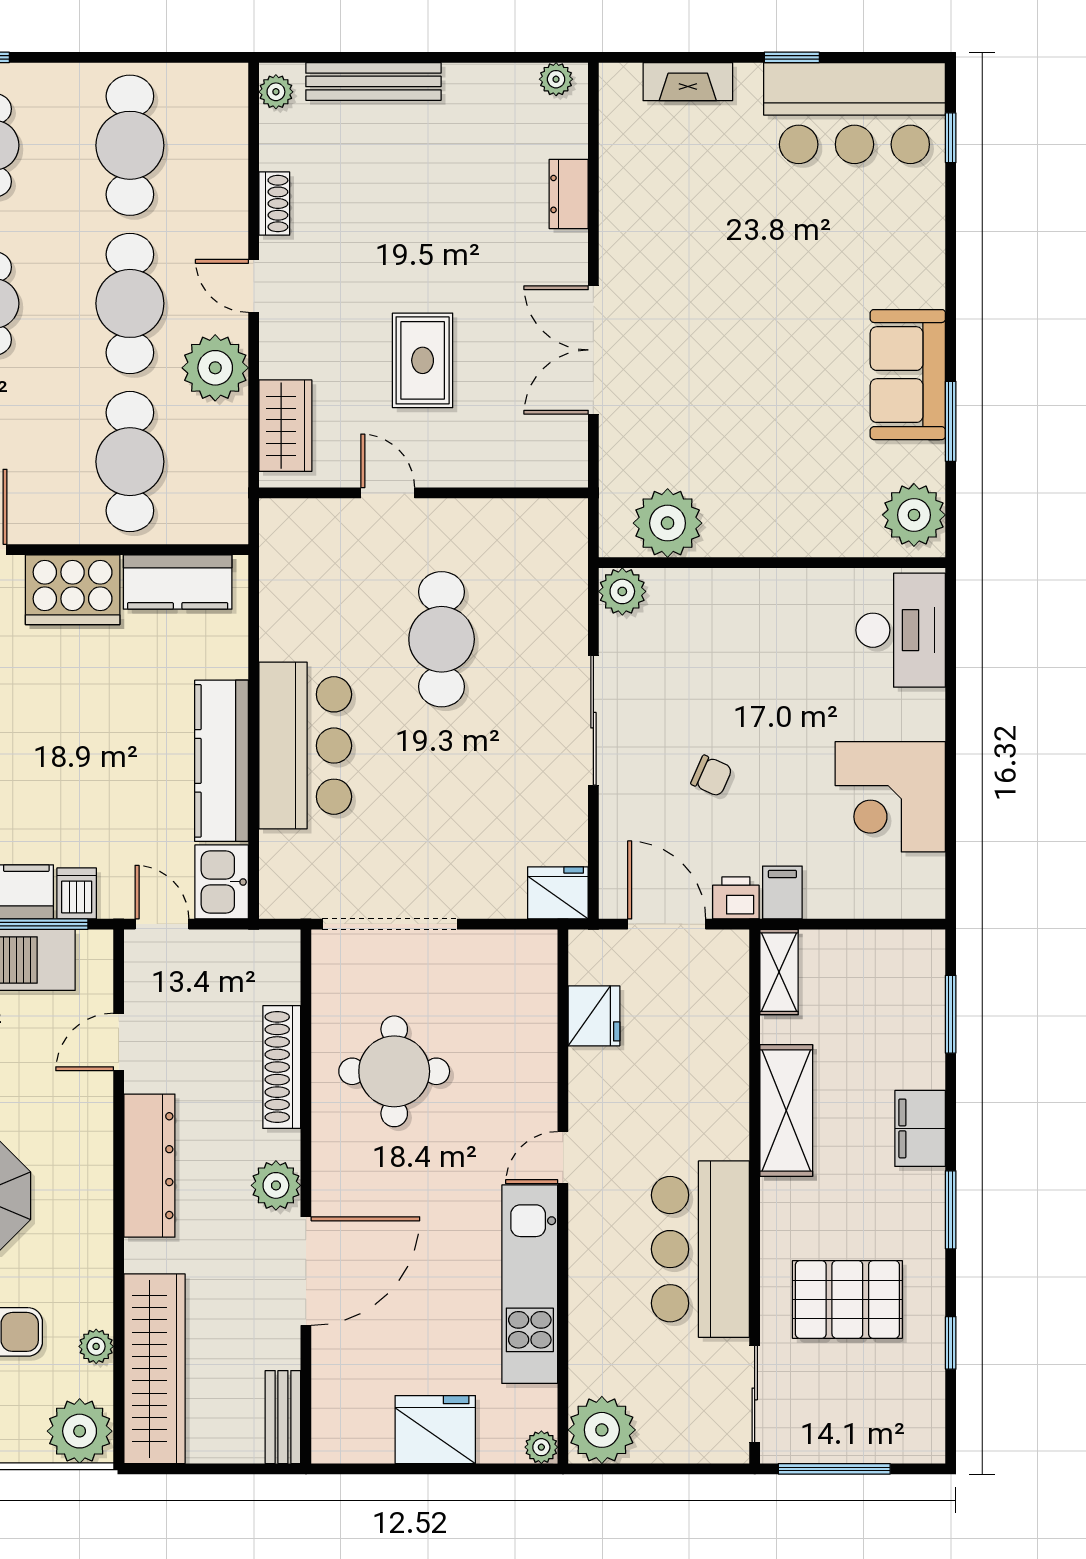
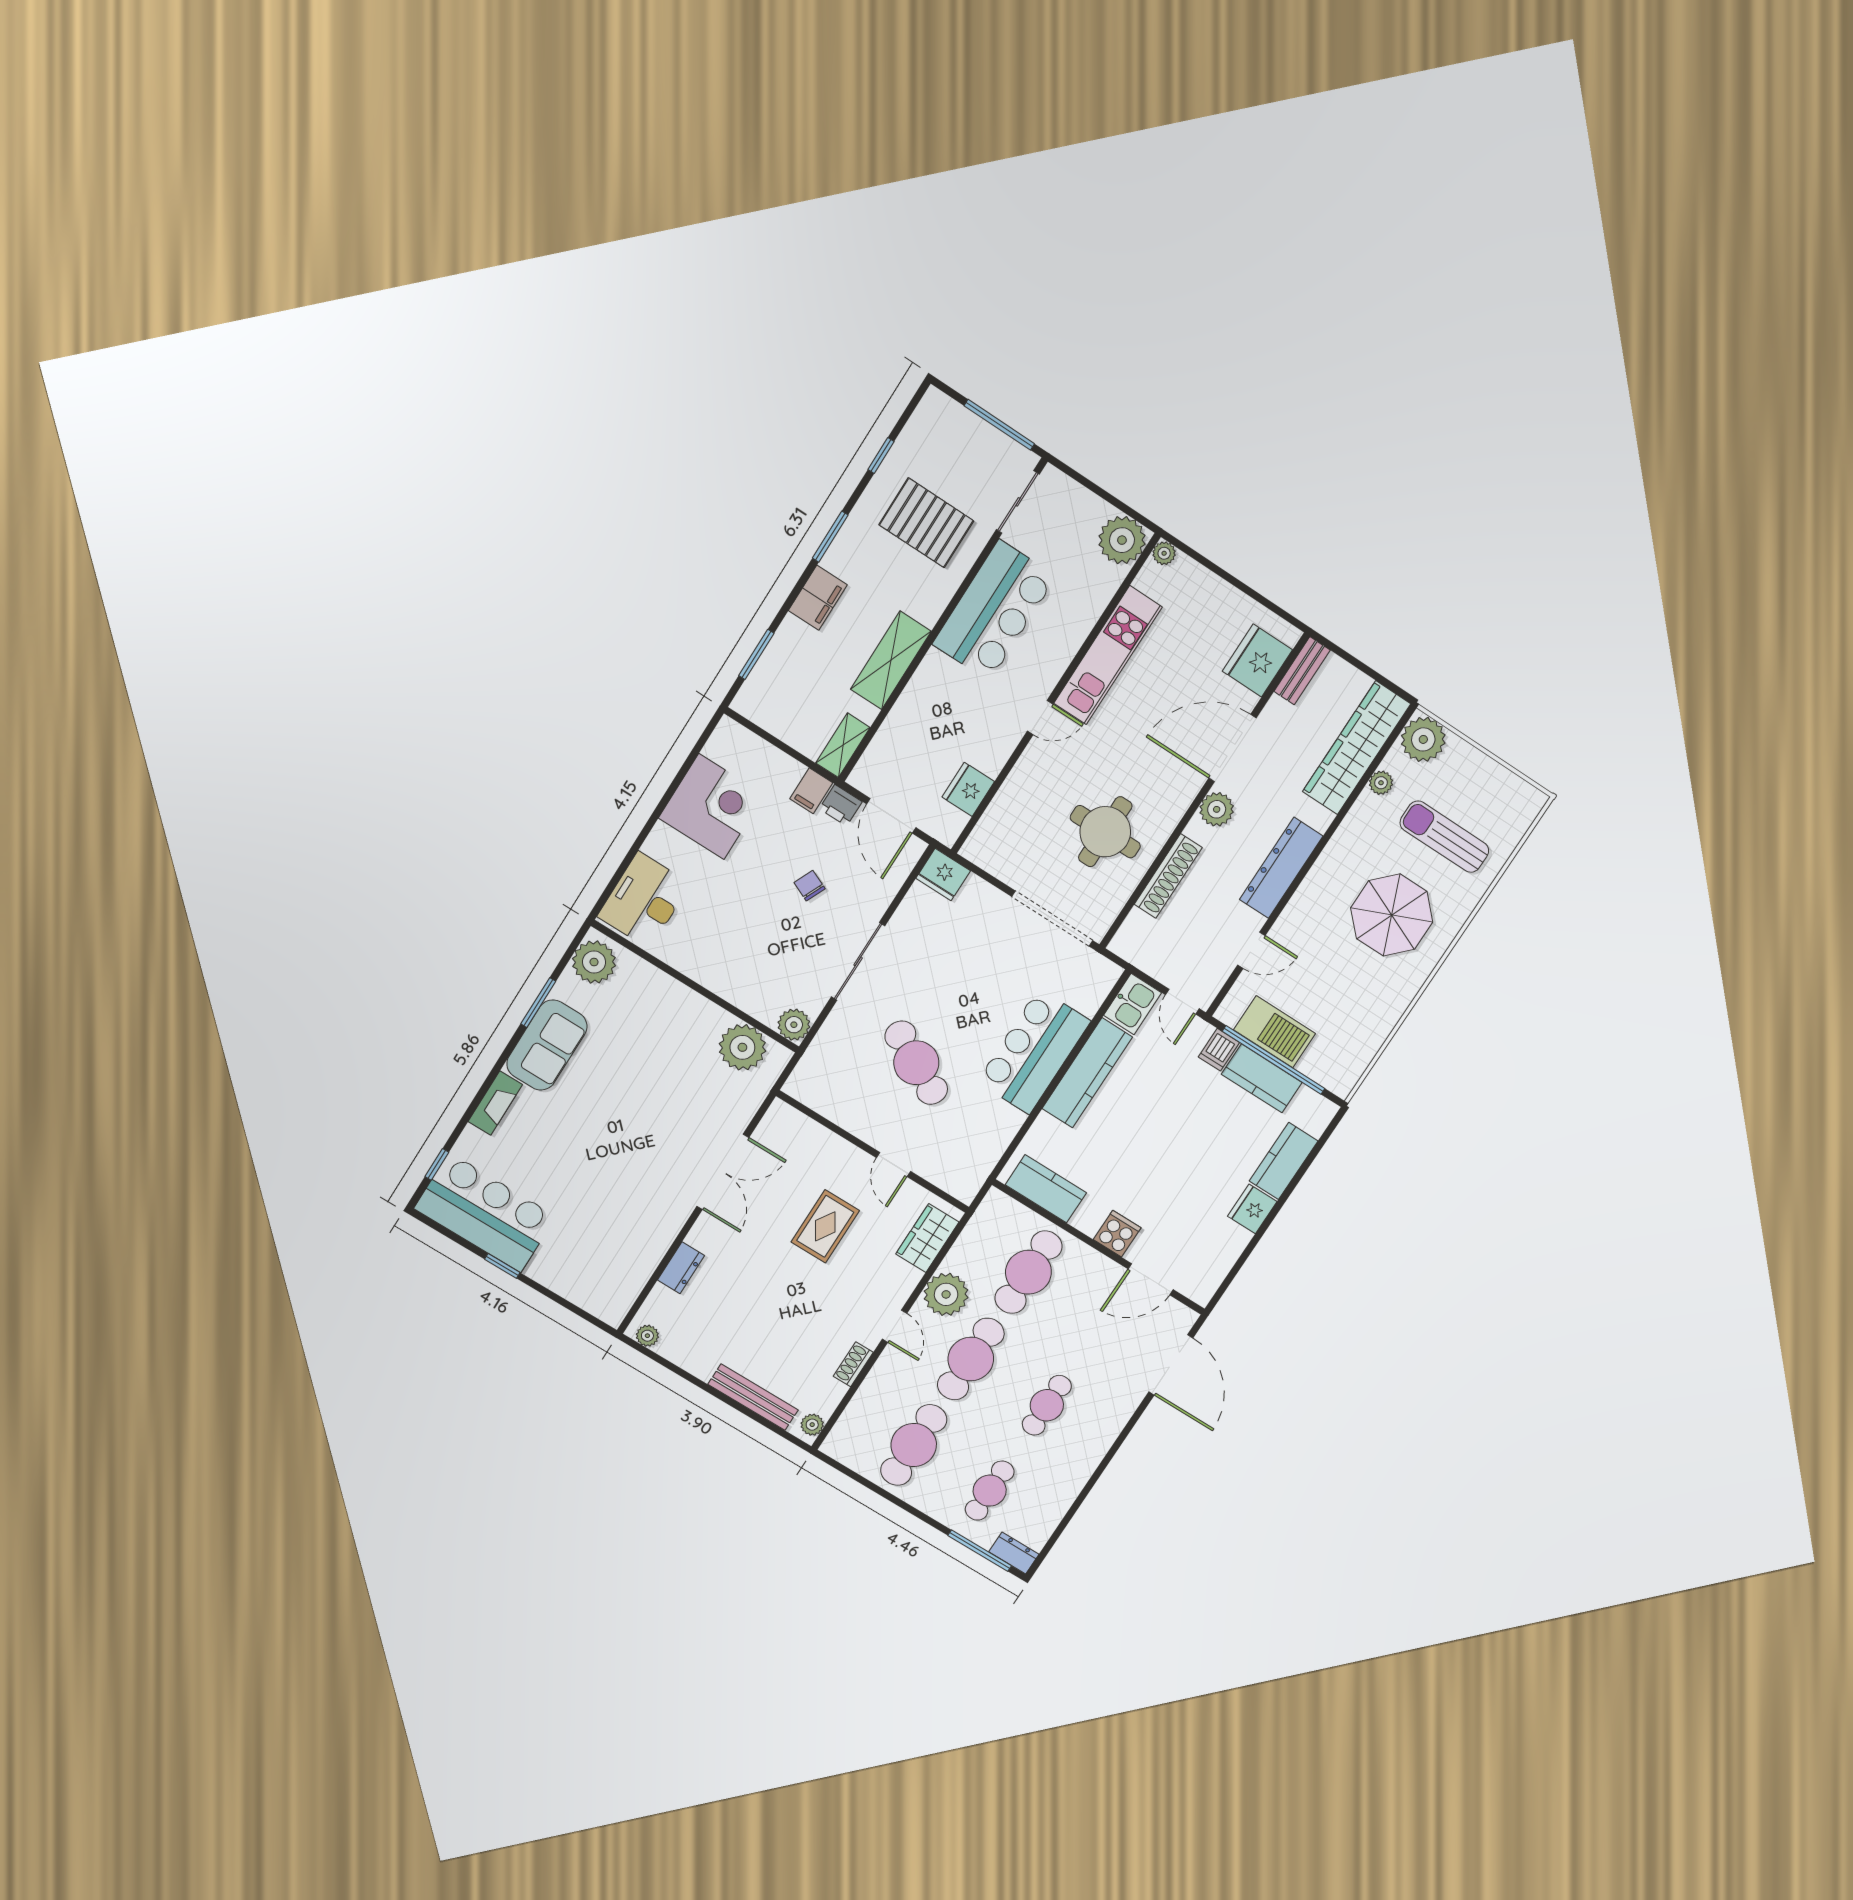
fireplace: (688, 82) -> (495, 1103), moved, turned 90
cooker: (73, 590) -> (1117, 1234), width x0.53, depth x0.76
cafe table: (442, 639) -> (916, 1063), turned -62
fridge: (435, 1430) -> (1257, 660), moved, turned 90

